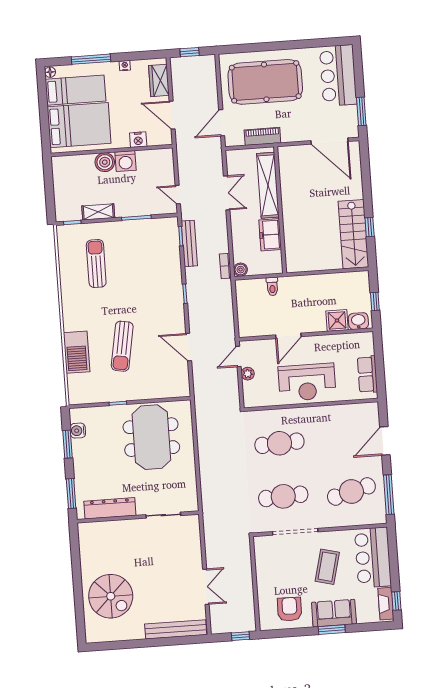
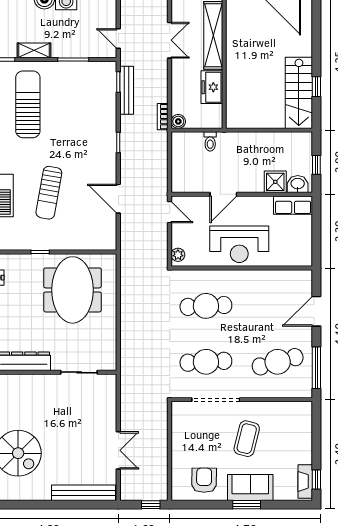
sun lounger: (96, 264) -> (28, 104), width x1.36, depth x1.34
door: (238, 356) -> (170, 212), swing flipped
plant: (248, 374) -> (178, 255), moved
row of seats: (367, 374) -> (293, 205), moved, turned -90
bar counter: (373, 557) -> (295, 432), removed

